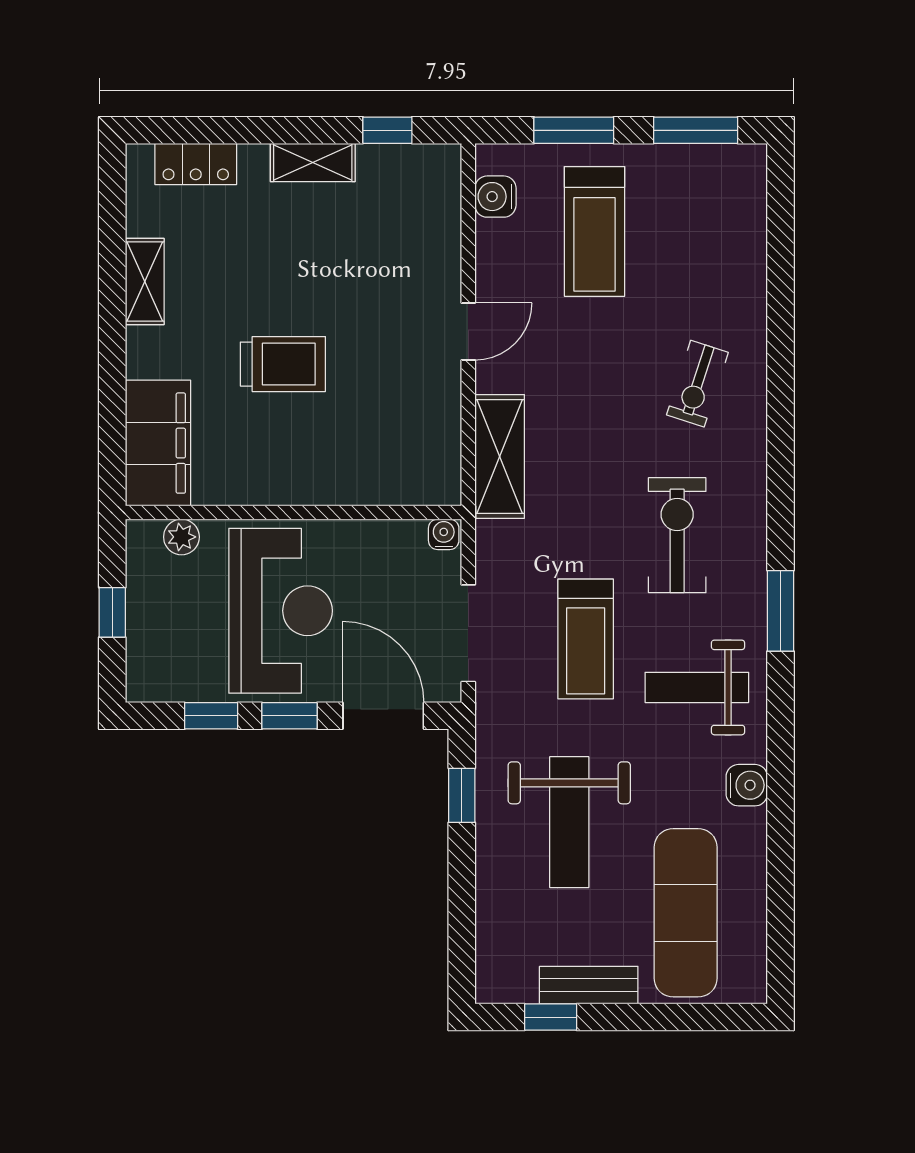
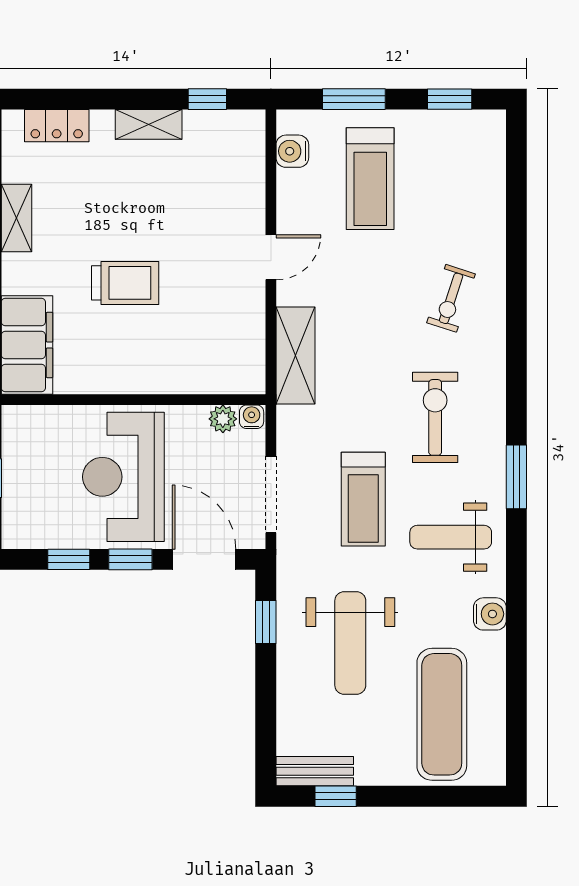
window: (696, 130) -> (450, 99), width x0.67
plant: (181, 537) -> (223, 419), moved
reception desk: (281, 611) -> (123, 477), turned 180
bench: (589, 985) -> (315, 771), moved

